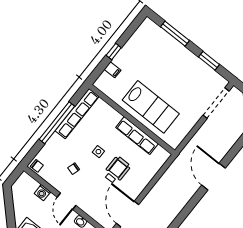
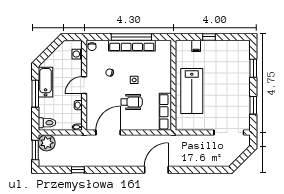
window: (175, 34) -> (253, 68), width x0.69
row of seats: (77, 114) -> (132, 46), moved
row of seats: (137, 136) -> (165, 112), moved
door: (213, 177) -> (156, 170), moved
washing machine: (42, 193) -> (77, 54), moved

